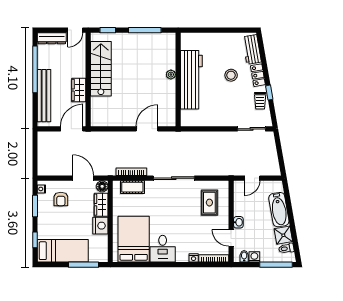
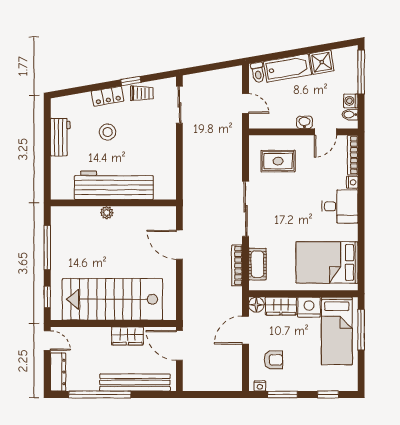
workbench: (252, 49) -> (60, 137), moved, turned -80
stairs: (101, 69) -> (112, 299), width x1.36, depth x1.51
toilet: (286, 248) -> (258, 72), moved
desk: (163, 249) -> (340, 206), moved
bed: (63, 251) -> (337, 331), moved, turned 180

